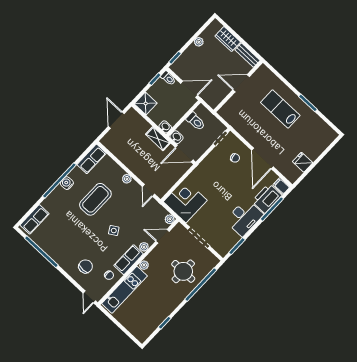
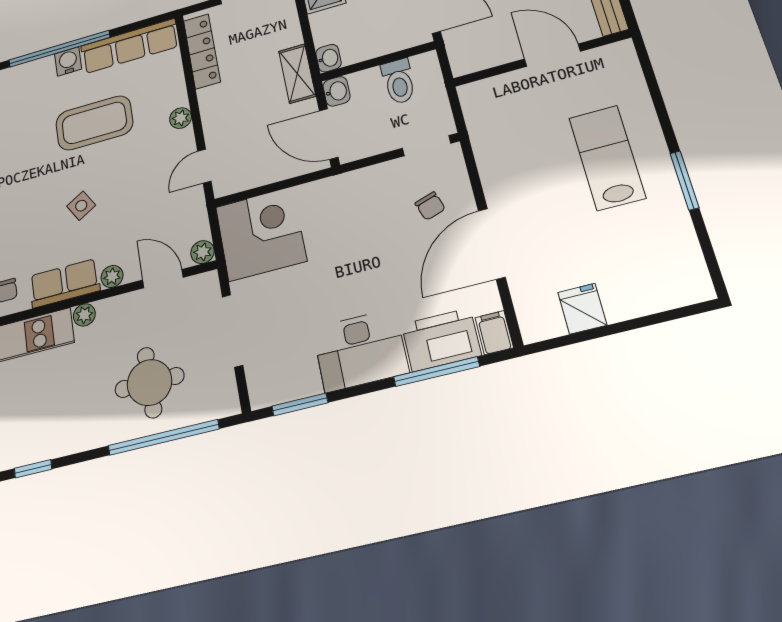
locker: (116, 150) -> (202, 51), added
row of seats: (92, 159) -> (130, 46), width x1.48

